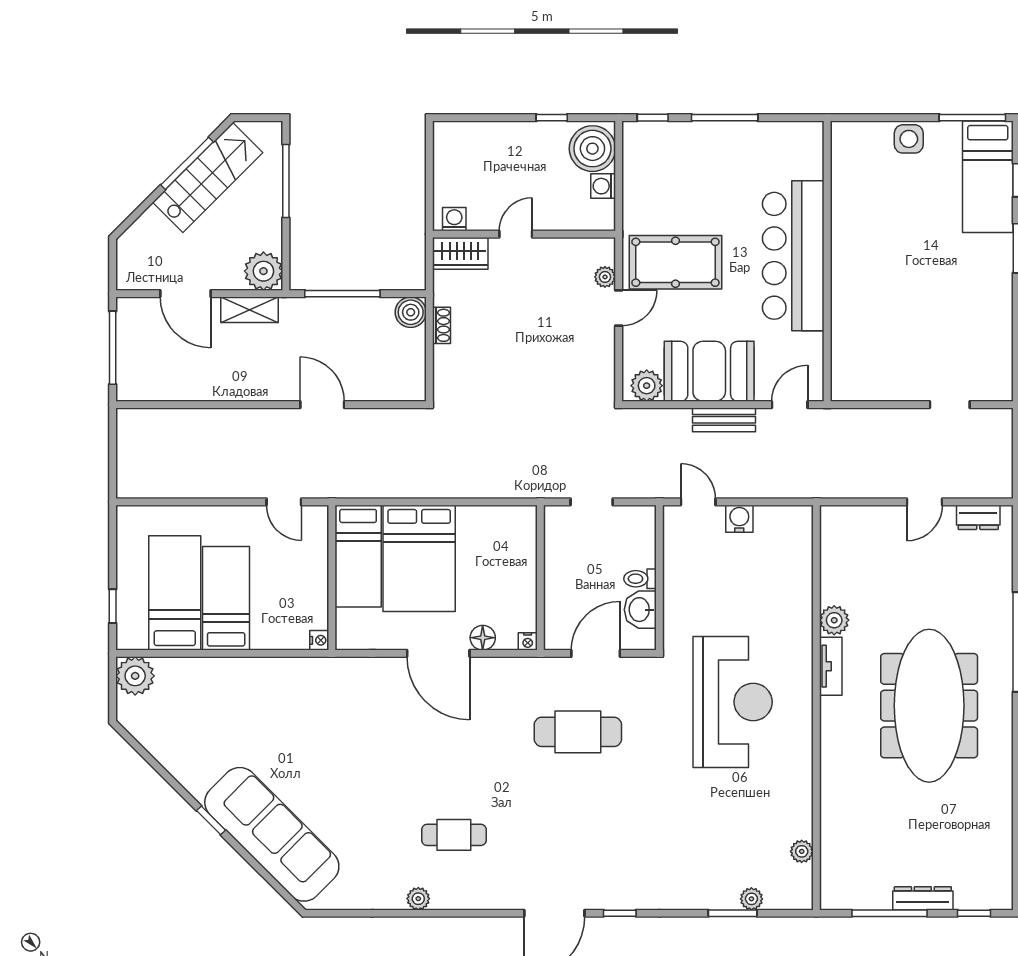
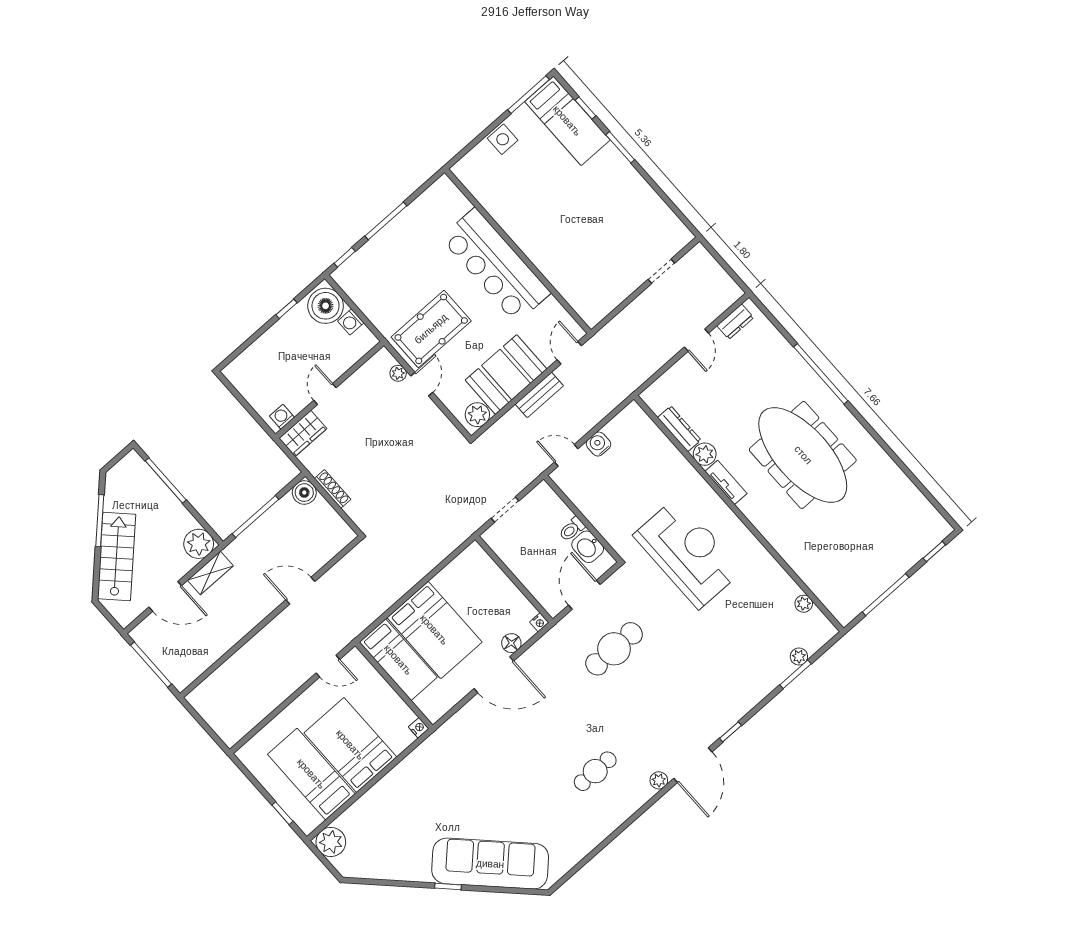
stairs: (208, 177) -> (117, 556), moved
shoe rack: (441, 325) -> (333, 489), width x1.43
bed: (226, 598) -> (350, 745), width x1.50
dresser: (923, 898) -> (679, 429), moved, turned 90
plant: (418, 899) -> (659, 780), moved

